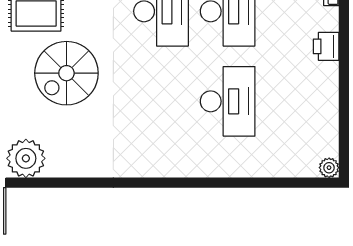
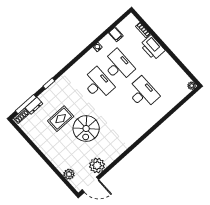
printer: (326, 46) -> (152, 48), width x1.87, depth x1.48

